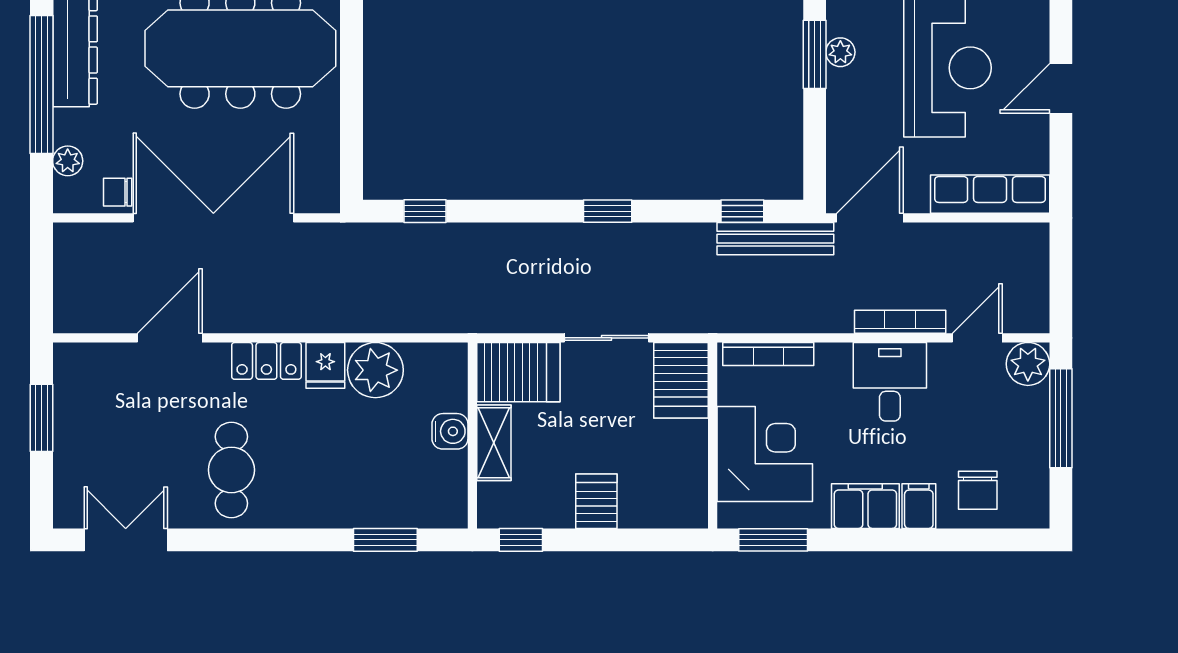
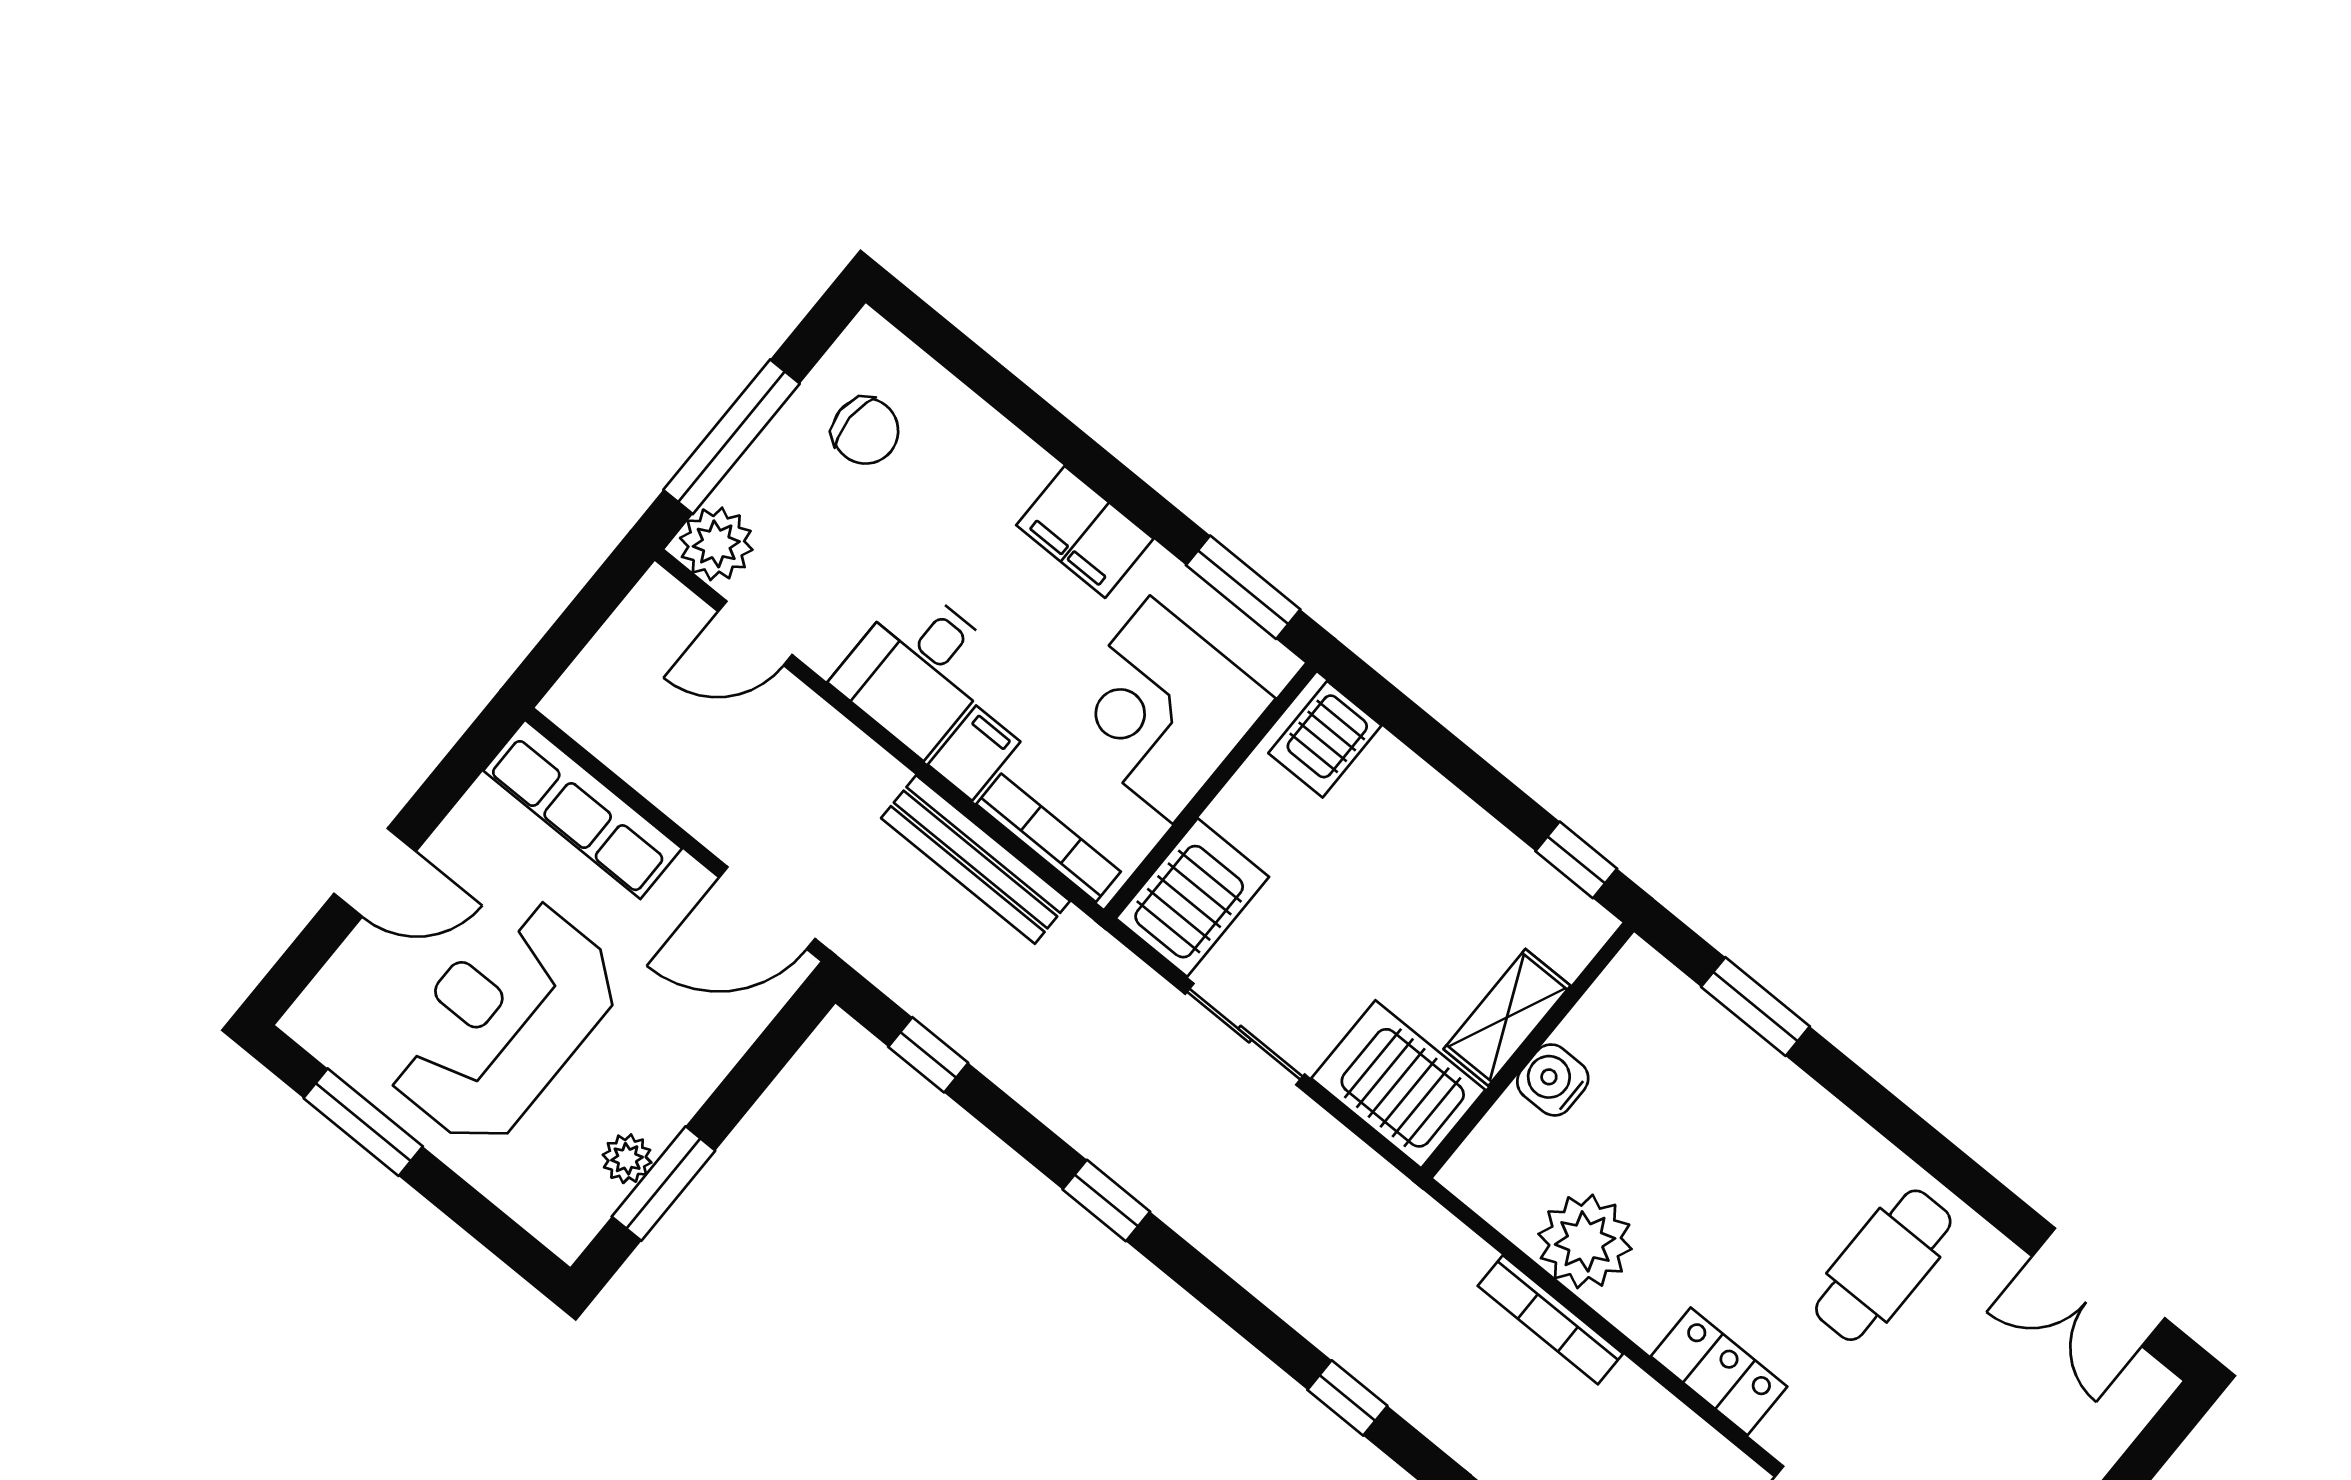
bench: (775, 239) -> (975, 860), moved
bookcase: (900, 322) -> (1550, 1320), moved
fridge: (325, 365) -> (1646, 1302), removed
chair: (978, 490) -> (865, 431), moved, turned 90
server rack: (596, 501) -> (1325, 739), moved
filing cabinet: (919, 506) -> (974, 753), moved, turned 180

